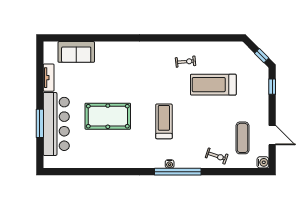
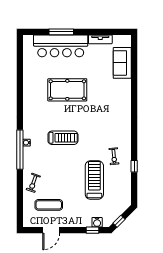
window: (197, 38) -> (134, 166), added
pool table: (108, 116) -> (67, 90), turned 90
water cooler: (263, 162) -> (97, 222), moved

